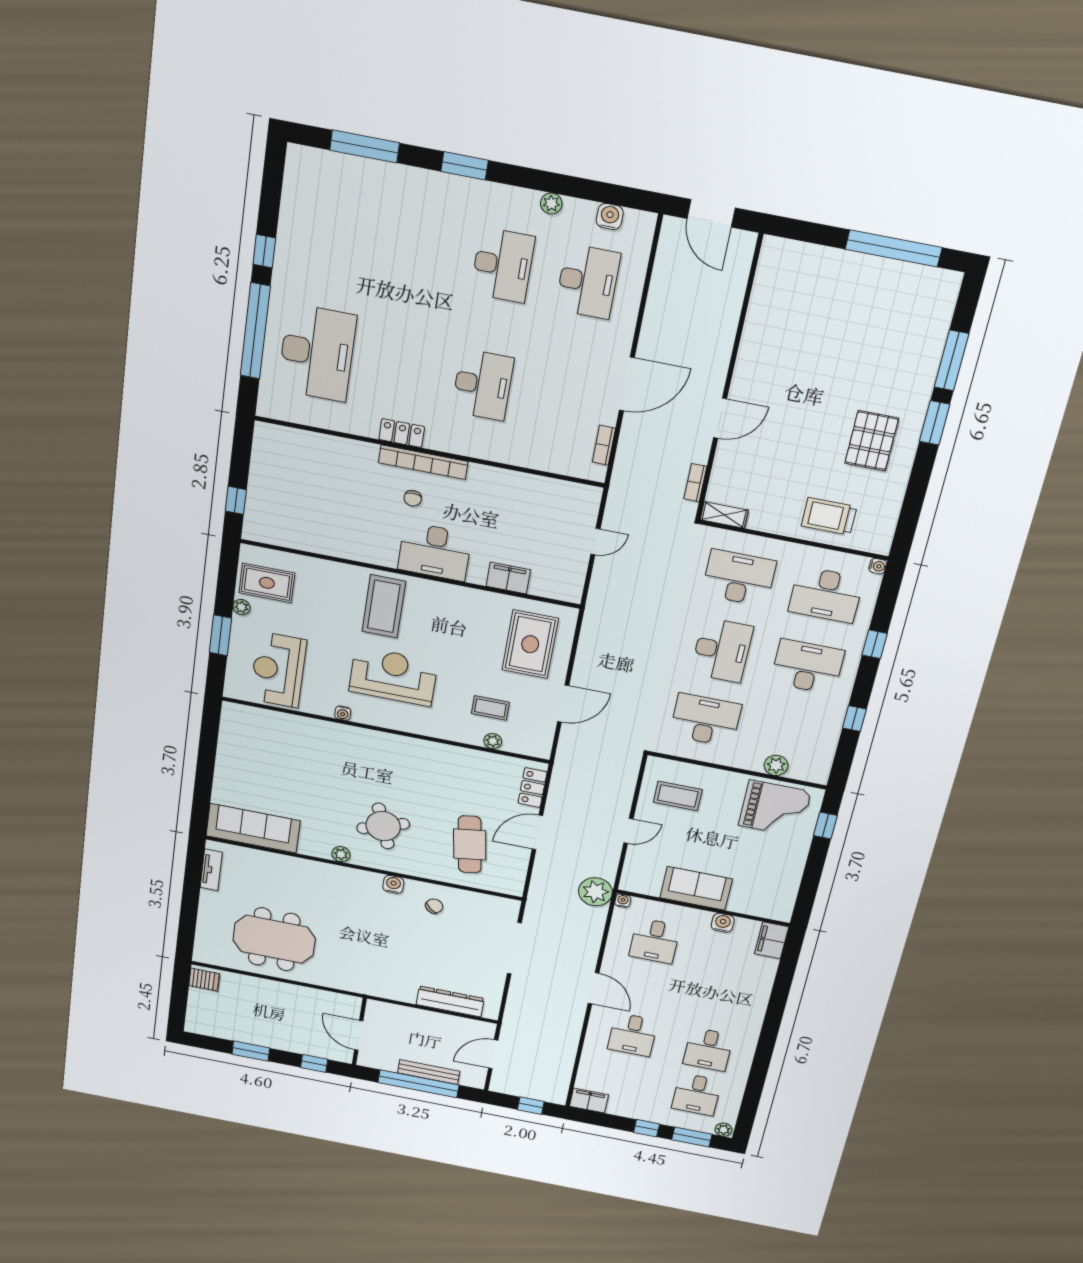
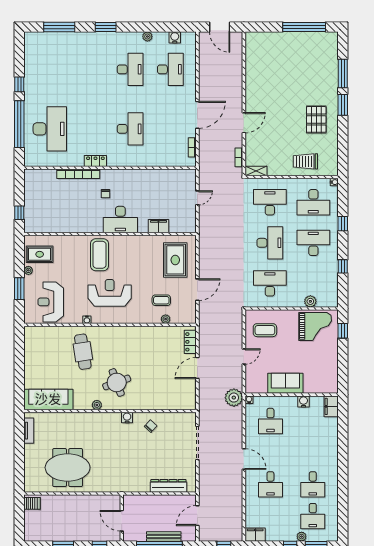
bookcase: (423, 462) -> (78, 174), moved
cafe table: (470, 844) -> (83, 352), moved
plant: (723, 1130) -> (302, 537), moved

